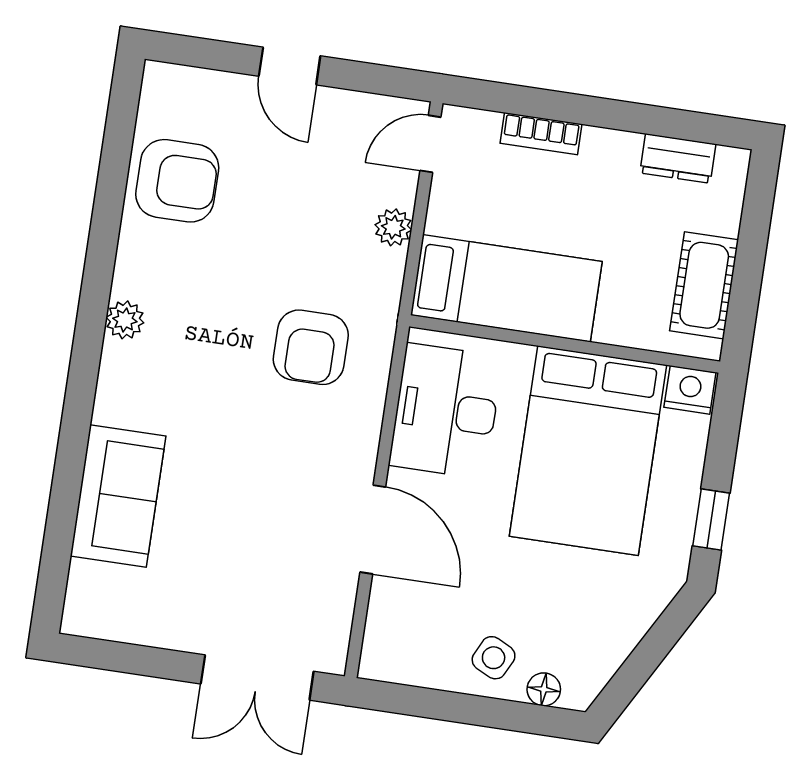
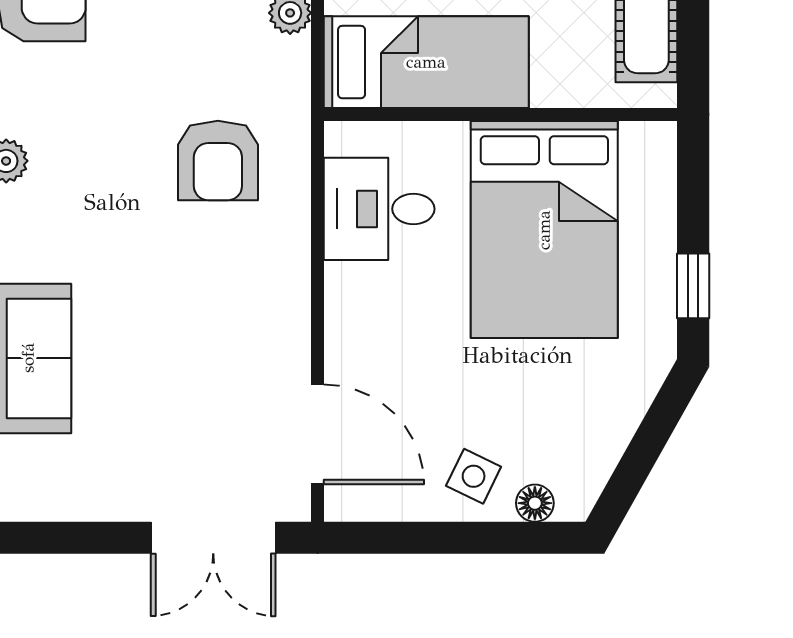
nightstand: (690, 390) -> (648, 145), removed
desk: (446, 411) -> (379, 209), width x0.73
door: (373, 529) -> (318, 434), moved

